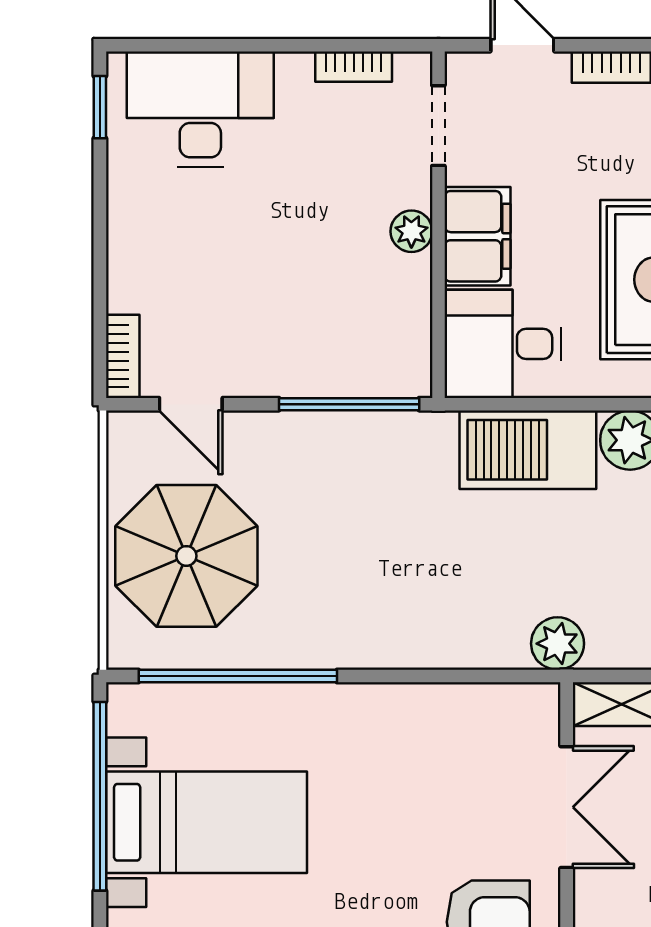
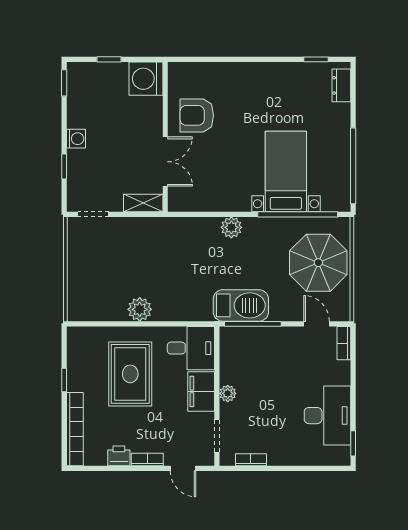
desk: (200, 109) -> (327, 416), moved, turned -90
barbecue: (528, 450) -> (241, 305), moved
plant: (558, 644) -> (231, 227), moved
double door: (567, 807) -> (165, 162), swing flipped
bed with nightstands: (206, 822) -> (286, 171), moved, turned 90

